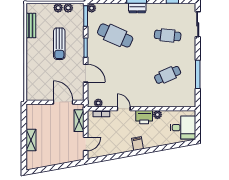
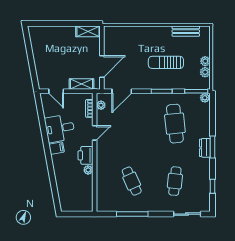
cafe table: (115, 35) -> (175, 124), turned -30
door: (86, 73) -> (122, 91), moved
desk: (183, 128) -> (60, 128), moved, turned 80
shelving: (31, 140) -> (88, 31), moved

